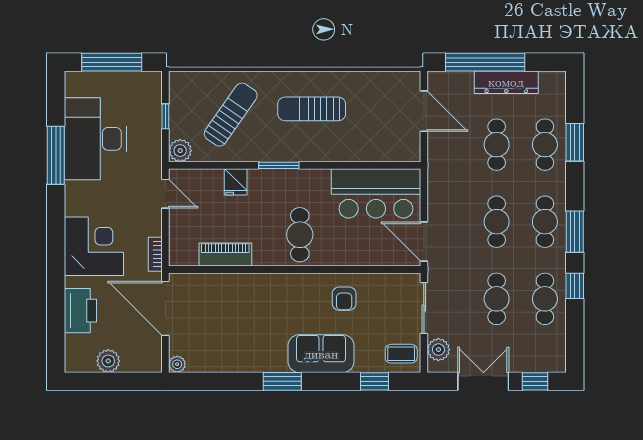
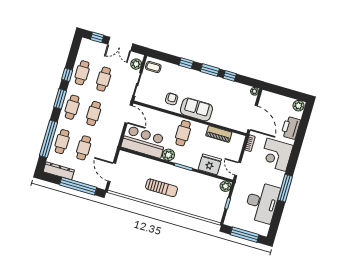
dresser: (506, 82) -> (59, 171), moved
sun lounger: (231, 115) -> (198, 196), removed
window: (575, 142) -> (48, 139), width x2.11
window: (56, 155) -> (285, 188), moved
plant: (317, 181) -> (168, 155), added
fridge: (236, 182) -> (210, 164), width x1.88, depth x1.34
sofa: (321, 354) -> (196, 109), moved, turned 180
plant: (108, 361) -> (299, 106), moved
window: (238, 381) -> (230, 76), added
window: (375, 381) -> (186, 63), moved

